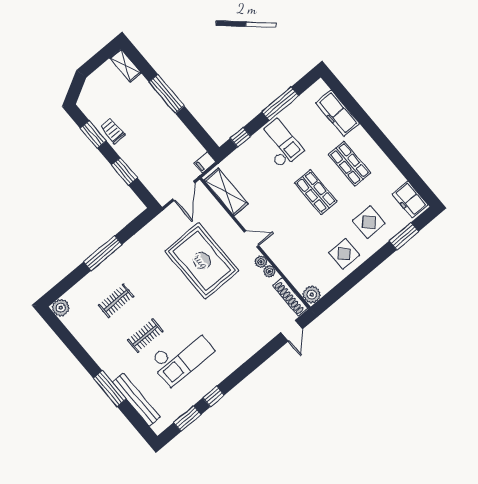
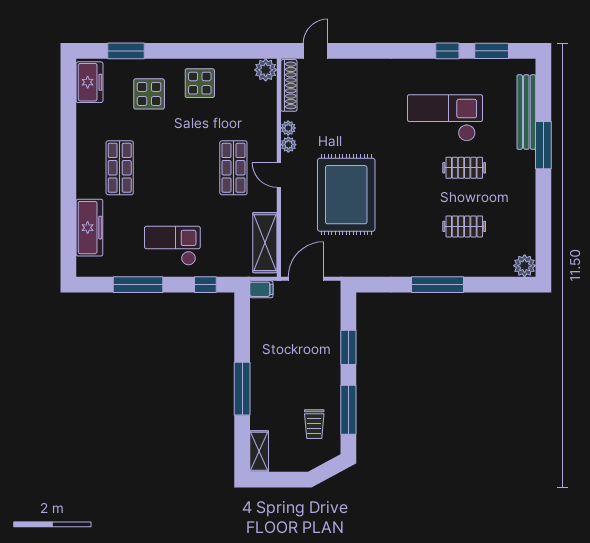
trolley: (113, 131) -> (314, 424), moved
window: (93, 135) -> (348, 410), width x1.44
checkout: (279, 144) -> (172, 246), turned 90
shop shelf: (316, 192) -> (233, 168), moved

